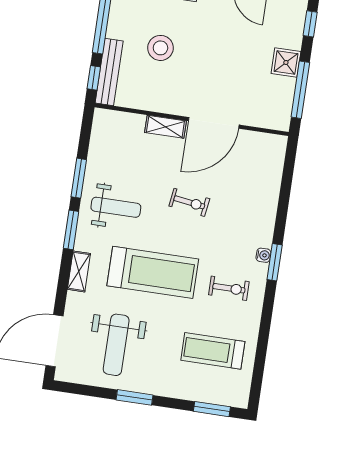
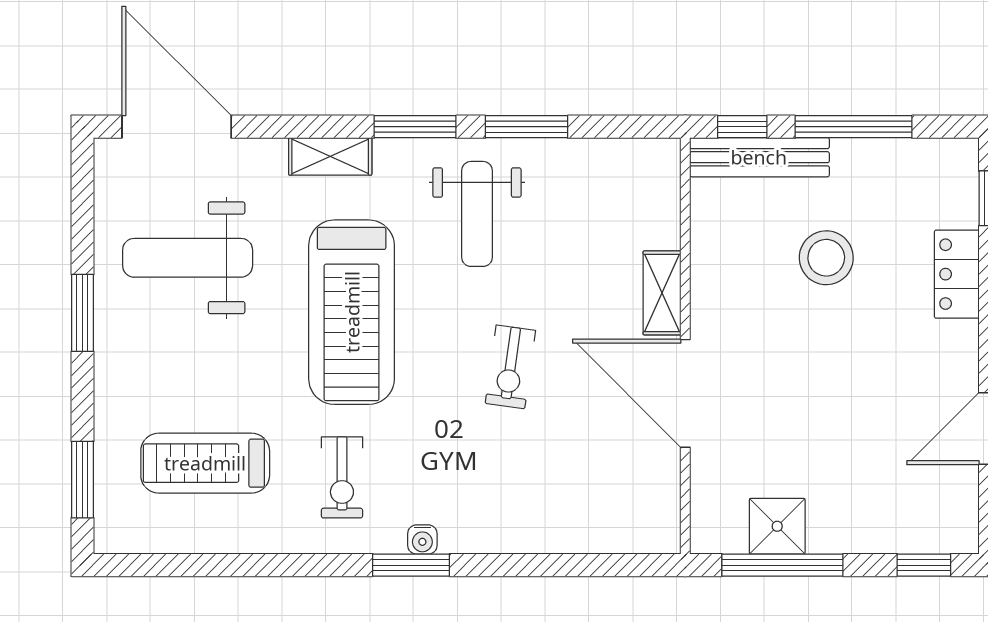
shower: (286, 62) -> (777, 526), moved
treadmill: (213, 351) -> (205, 463), turned -90

